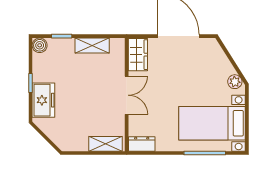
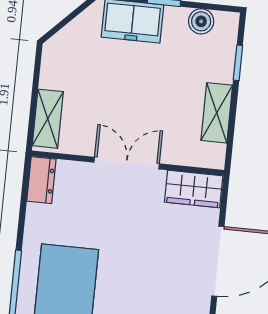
boiler: (40, 45) -> (201, 21), moved
double door: (127, 95) -> (127, 163), swing flipped

